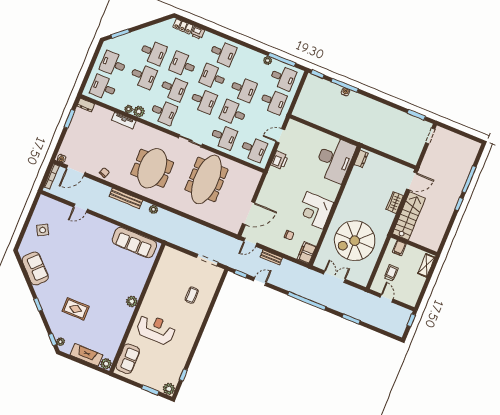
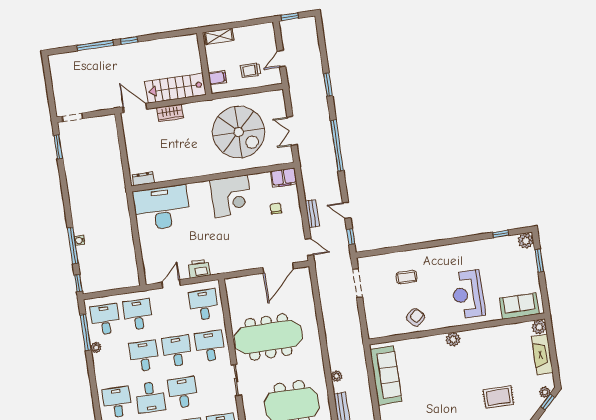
desk: (233, 113) -> (177, 351), turned 180
door: (280, 136) -> (171, 284), swing flipped
door: (248, 213) -> (278, 268), swing flipped
armchair: (161, 285) -> (416, 317), added
rug: (76, 309) -> (498, 397), turned 90

